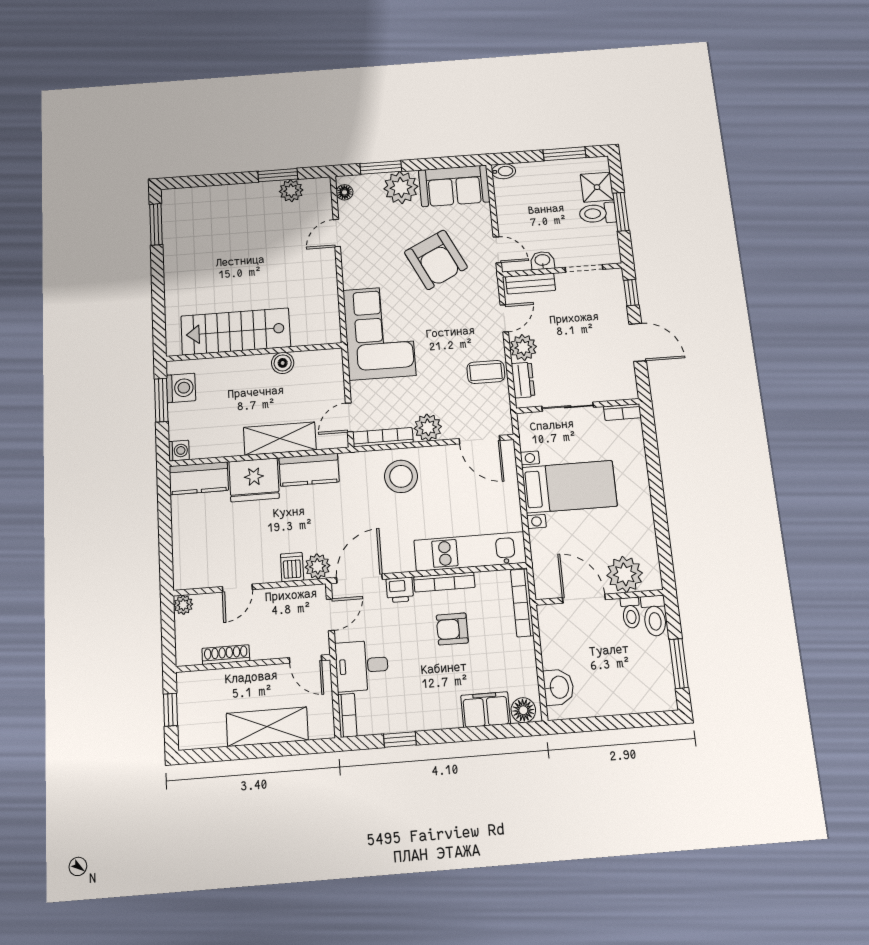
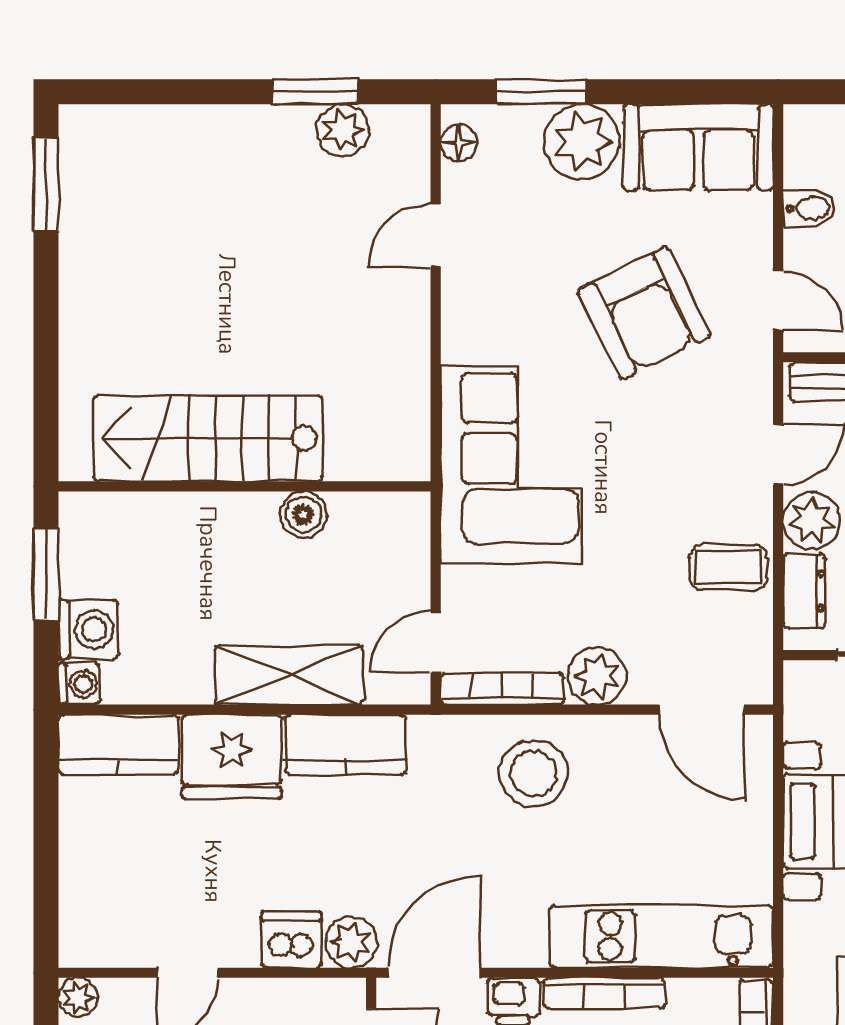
bidet: (504, 171) -> (809, 208), moved
washing machine: (181, 388) -> (88, 629), moved
dishwasher: (292, 567) -> (292, 940), width x1.38

